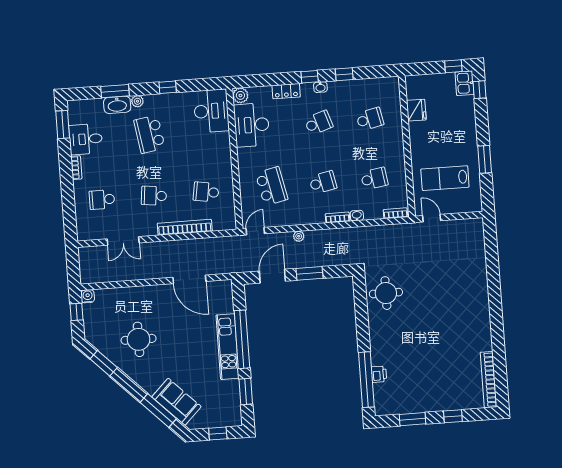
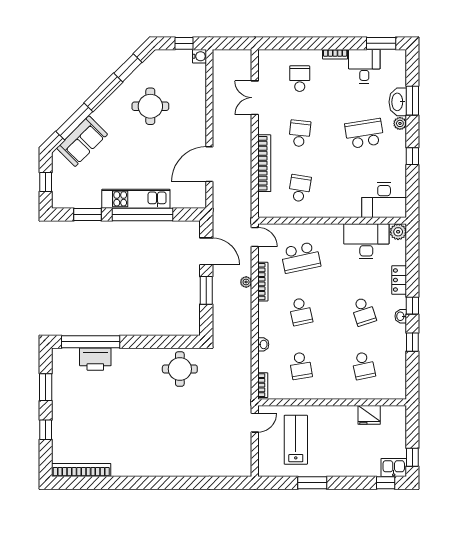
bookcase: (337, 217) -> (263, 282), moved, width x1.56
printer: (379, 374) -> (95, 359), width x1.87, depth x1.48

